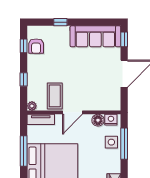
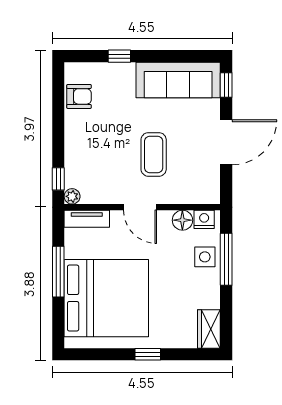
window: (24, 46) -> (58, 96), removed
armchair: (36, 46) -> (79, 96), turned -90
window: (24, 79) -> (58, 179), moved
coffee table: (55, 96) -> (154, 154), moved
door: (73, 112) -> (140, 207), hinge flipped

